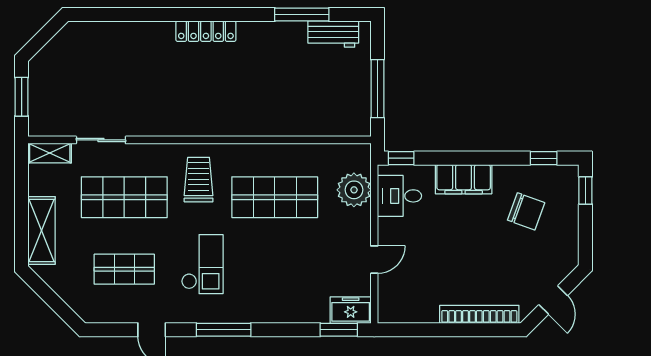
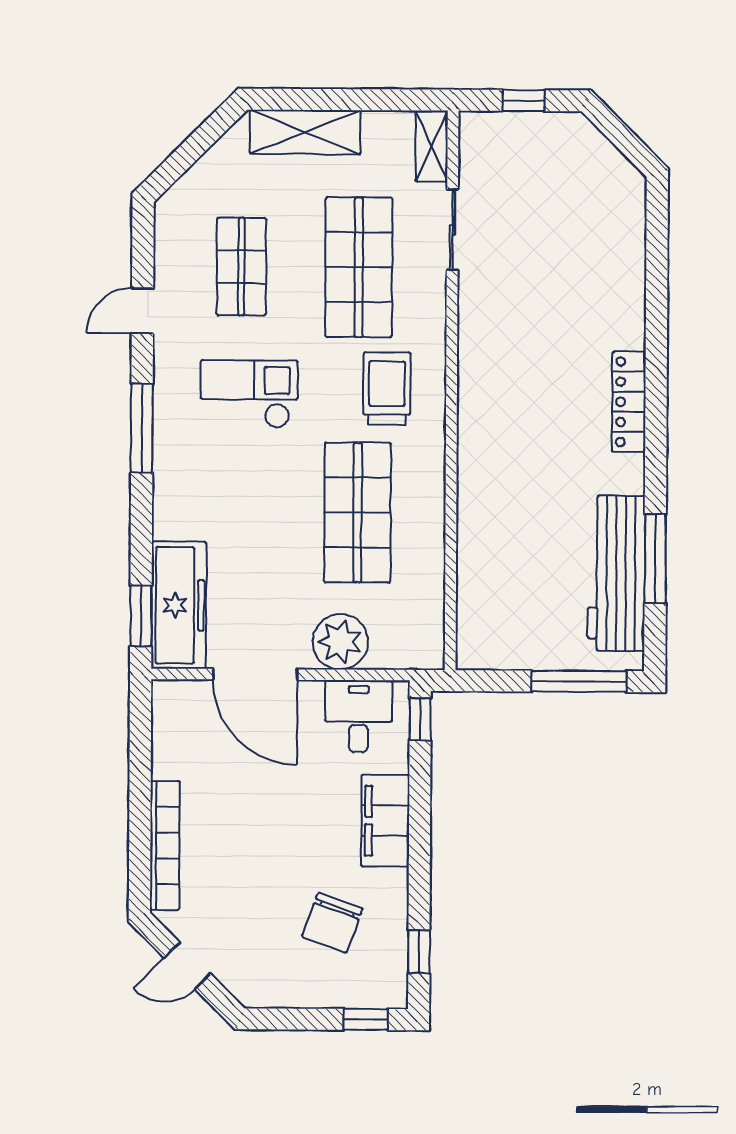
workbench: (333, 34) -> (616, 573), width x1.88, depth x1.32
window: (377, 89) -> (579, 681), moved
window: (22, 97) -> (524, 101), width x0.67
trolley: (199, 180) -> (387, 389), turned -90
plant: (354, 190) -> (340, 642), moved
door: (374, 260) -> (255, 674), width x1.88
checkout: (202, 264) -> (249, 394), turned 180
freezer: (351, 310) -> (179, 605), width x1.91, depth x1.26

